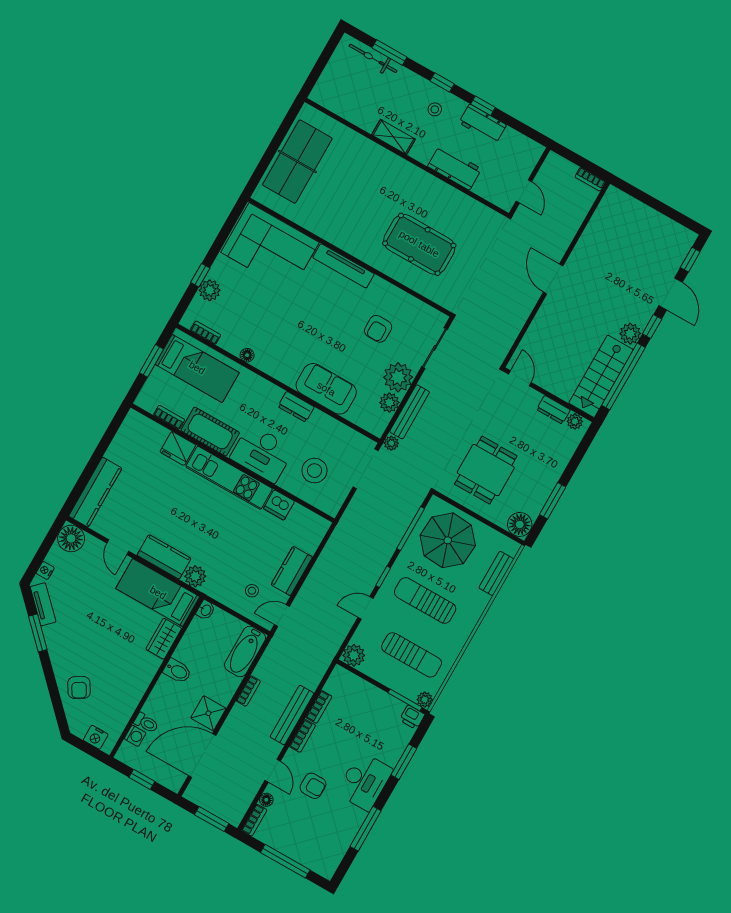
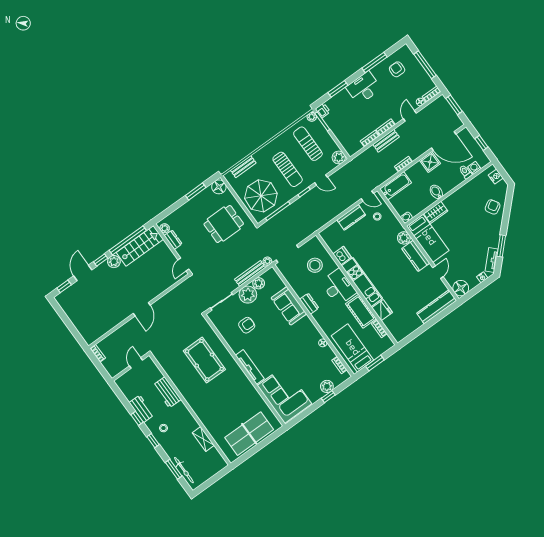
shelving: (393, 137) -> (203, 439), moved
bench: (292, 715) -> (386, 141), width x0.73
armchair: (313, 786) -> (397, 69), moved

